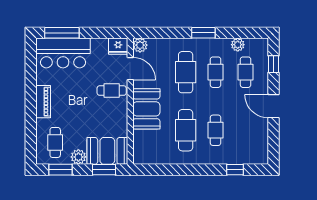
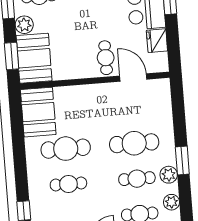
plant: (140, 45) -> (169, 175), moved
fridge: (118, 46) -> (157, 41), moved
door: (130, 69) -> (133, 78), swing flipped
booth: (146, 109) -> (38, 112), moved, turned 90

